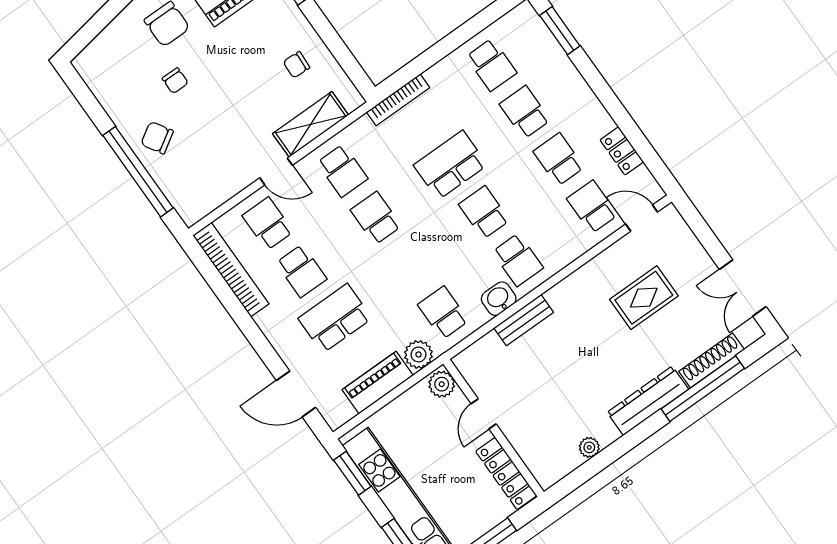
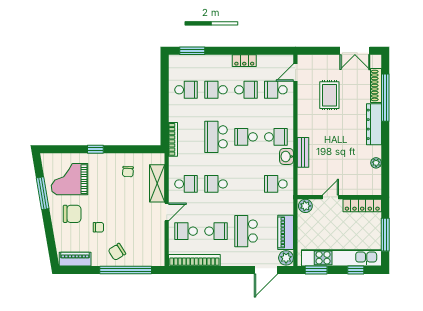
piano: (99, 79) -> (75, 259), added
locker: (622, 151) -> (244, 61), moved
school desk: (559, 159) -> (246, 90), turned 180
plant: (418, 354) -> (286, 258), moved
door: (484, 414) -> (330, 197), swing flipped

